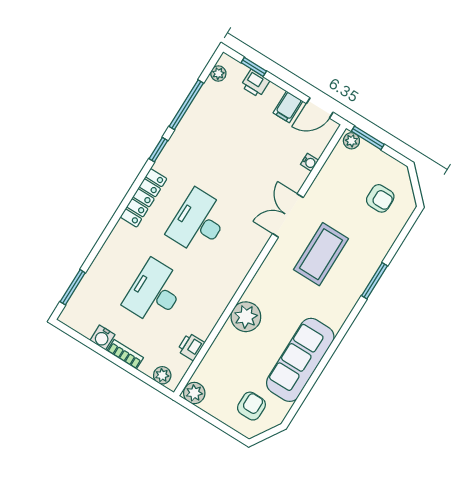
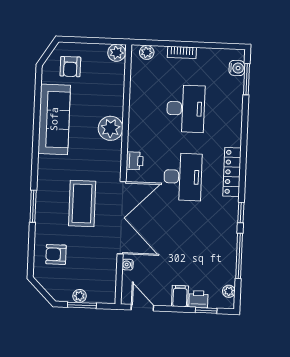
filing cabinet: (288, 107) -> (180, 296), moved
door: (320, 108) -> (142, 308), hinge flipped
window: (368, 138) -> (82, 305), moved
plant: (351, 141) -> (80, 296), moved
armchair: (380, 198) -> (56, 254), moved
double door: (288, 216) -> (122, 218), width x1.87
water cooler: (102, 338) -> (237, 68), moved, turned 90
printer: (191, 347) -> (135, 161), moved

